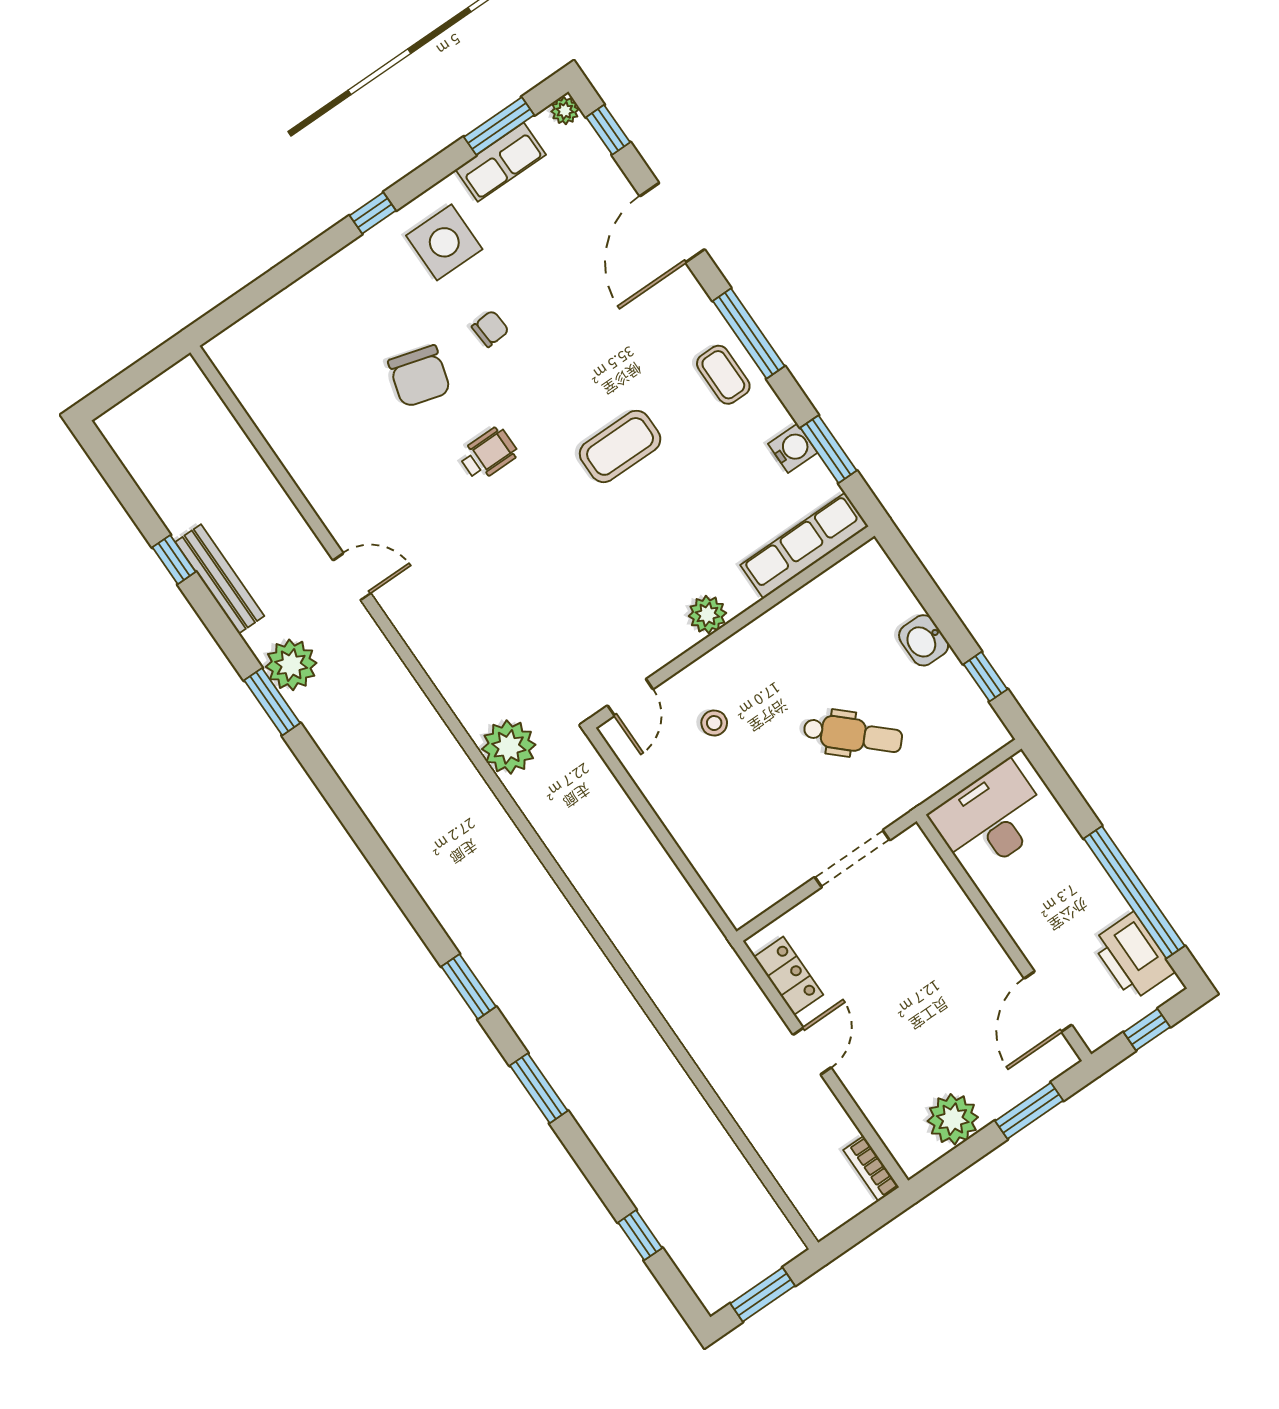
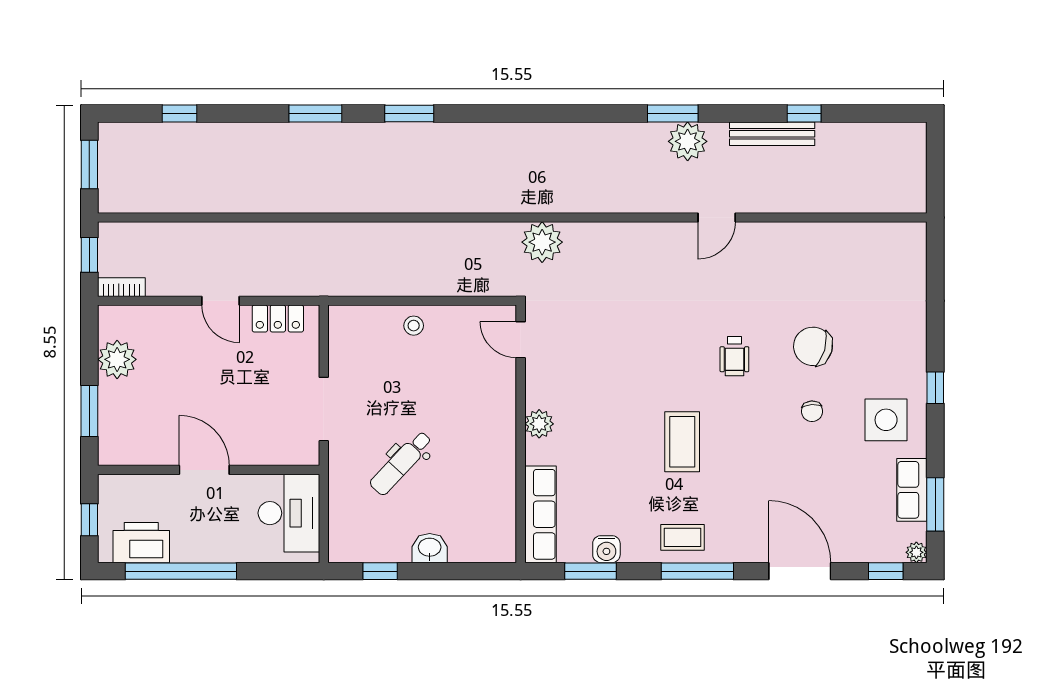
stool: (714, 723) -> (414, 326), moved
door: (1048, 1002) -> (204, 470), moved
window: (860, 1227) -> (89, 255), added

